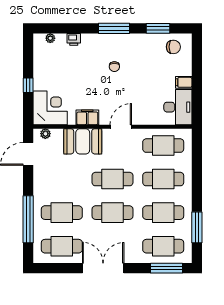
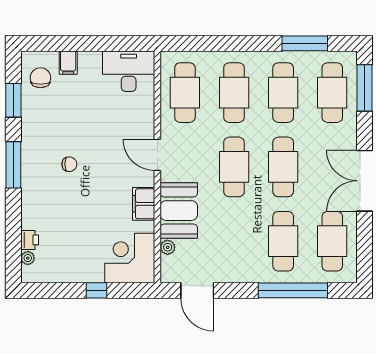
printer: (74, 39) -> (30, 240), moved
filing cabinet: (184, 82) -> (68, 63), moved
plant: (45, 134) -> (168, 247), moved

